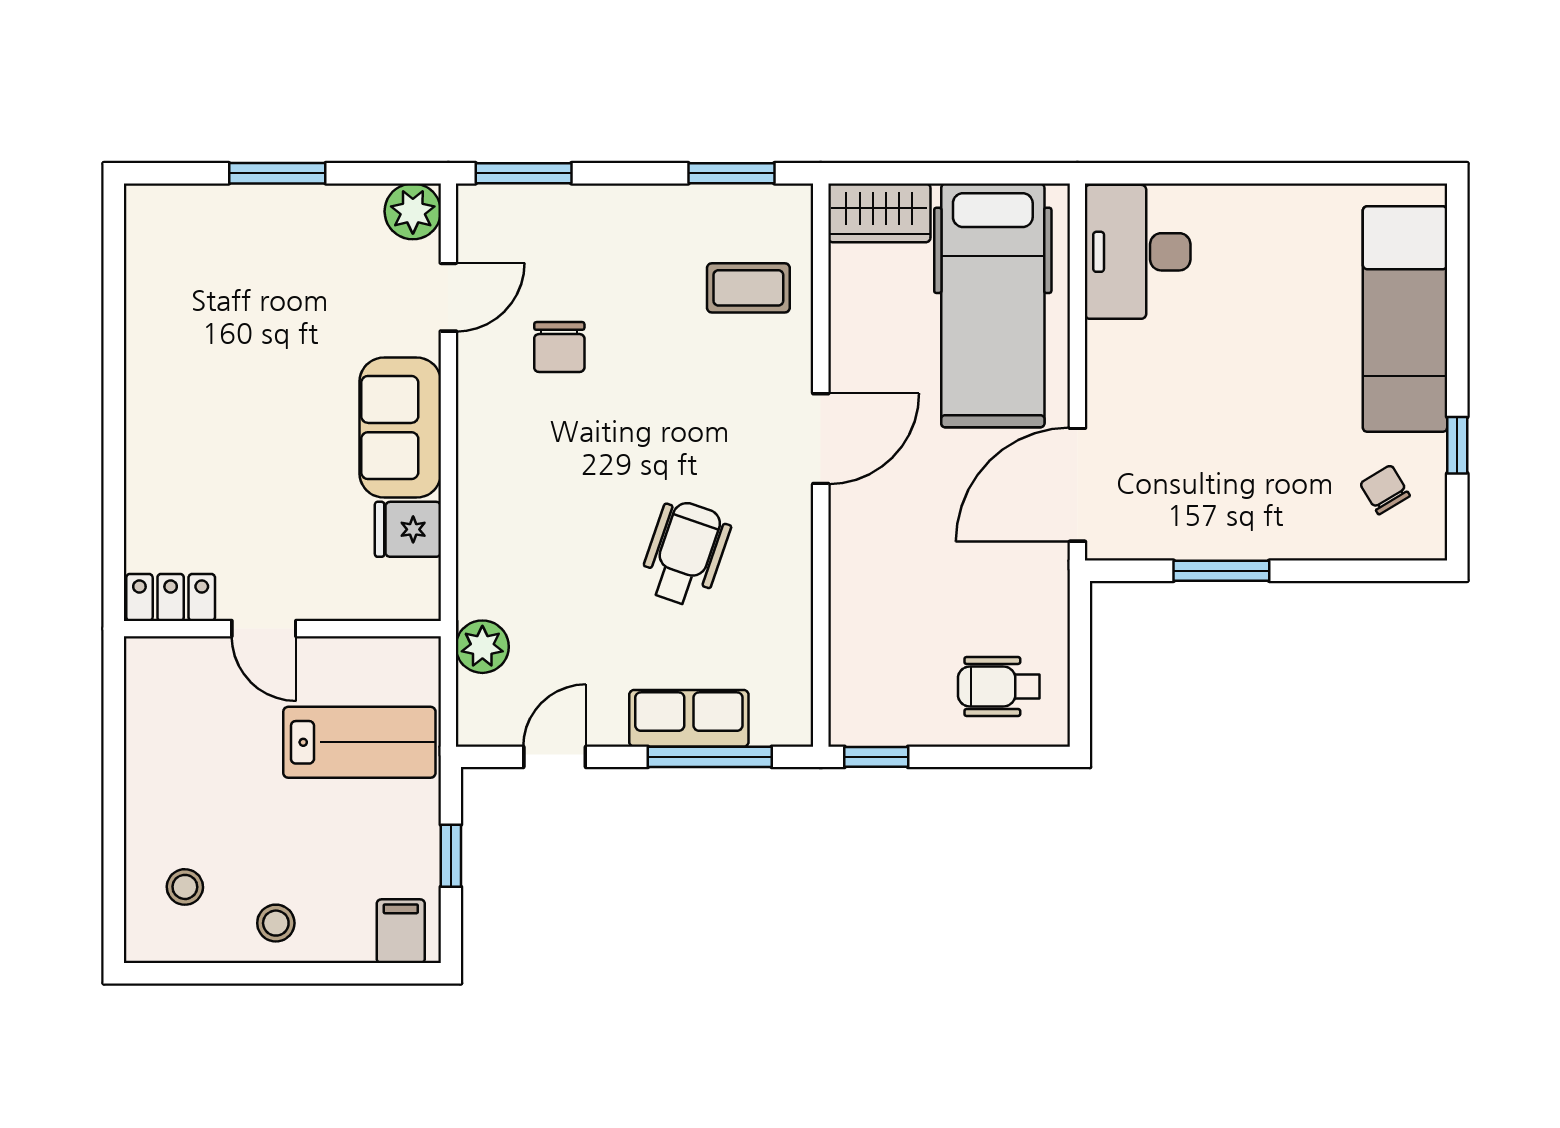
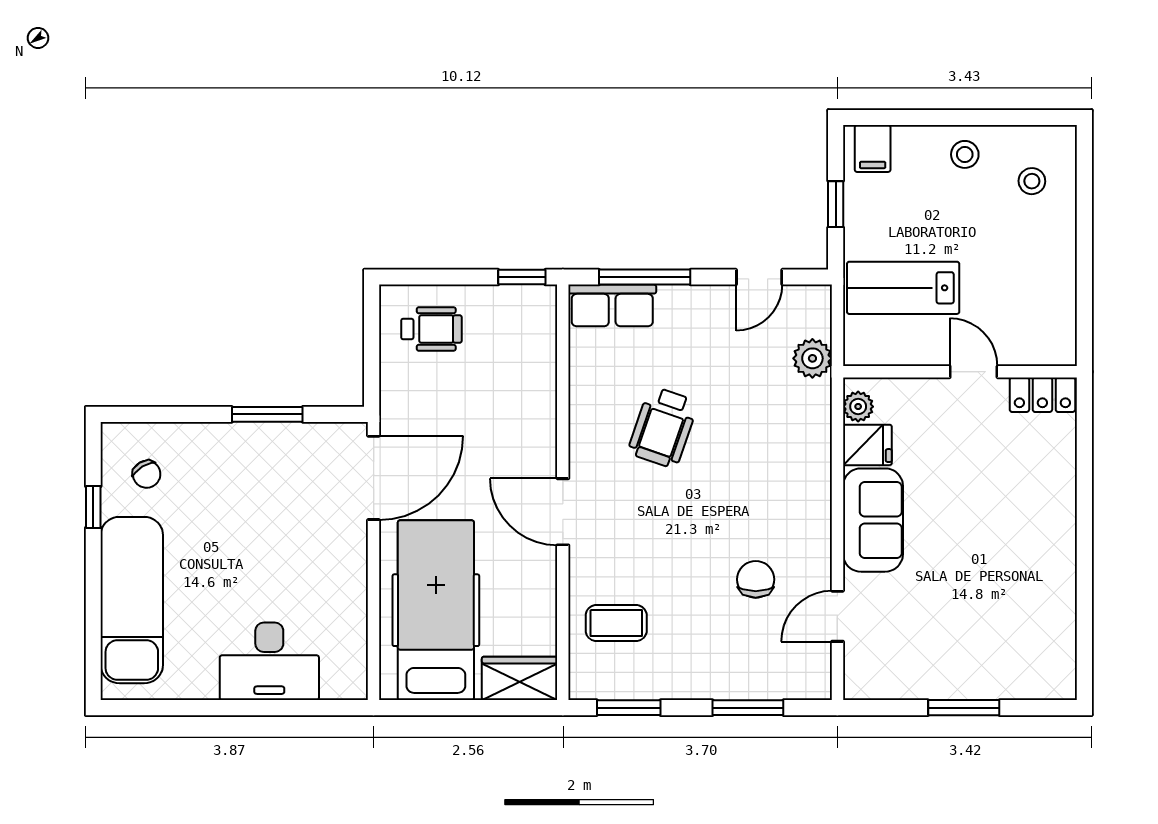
window: (524, 173) -> (748, 708), moved
plant: (413, 211) -> (858, 407), moved, width x0.73, depth x0.73
desk: (1138, 252) -> (269, 661), moved, turned 90
door: (821, 439) -> (563, 512), hinge flipped
row of seats: (689, 718) -> (612, 305), moved

